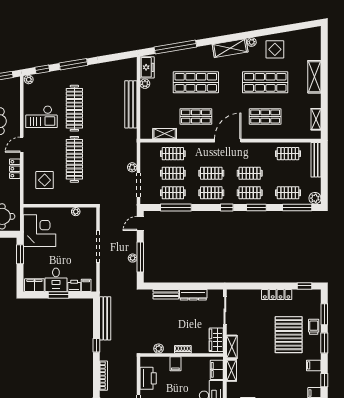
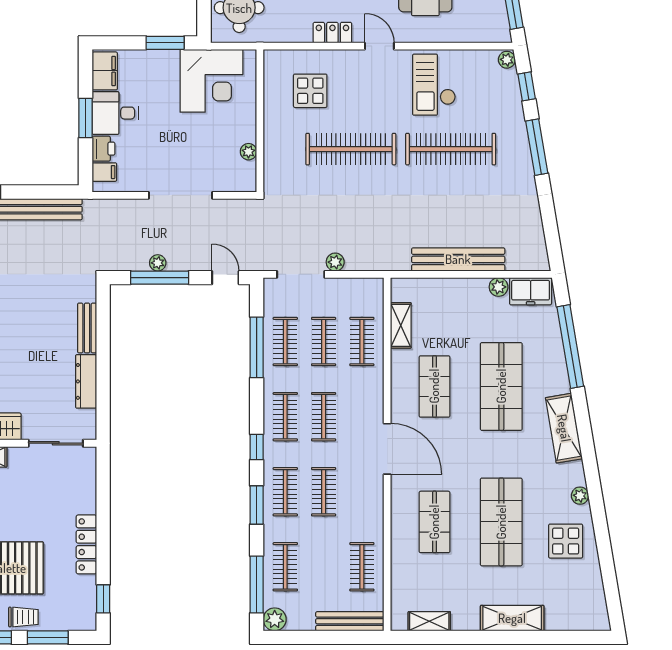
shelving: (230, 48) -> (564, 428), moved

